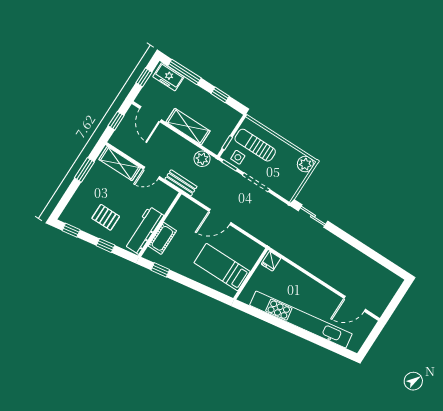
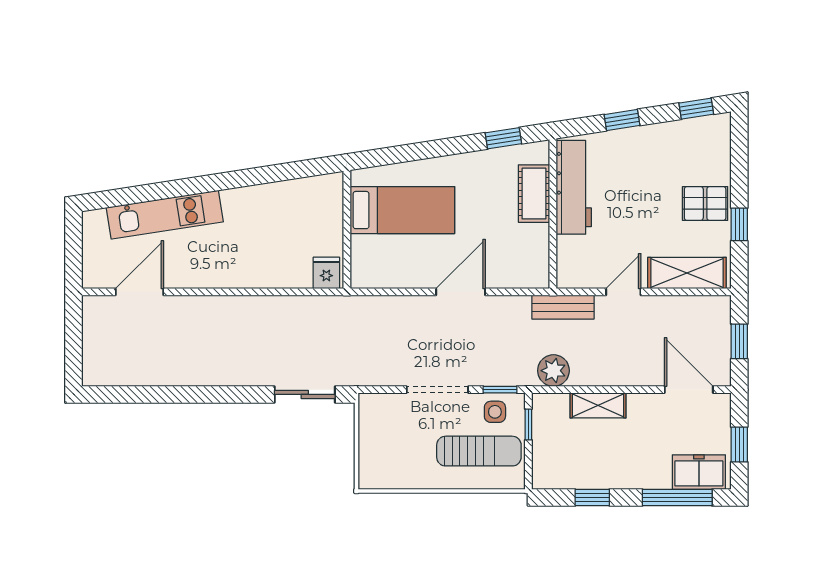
shelving: (188, 127) -> (598, 405), width x0.67, depth x0.75
plant: (305, 164) -> (374, 474), removed
window: (84, 170) -> (739, 224), width x0.67
pallet: (106, 217) -> (705, 203), moved
kitchen unit: (301, 320) -> (165, 215), width x0.54

